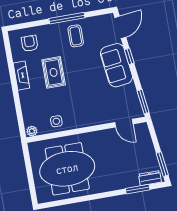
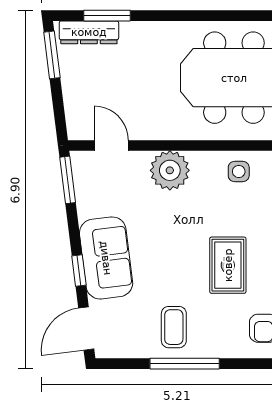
plant: (92, 116) -> (170, 170), added
dresser: (150, 178) -> (89, 32), width x1.44

